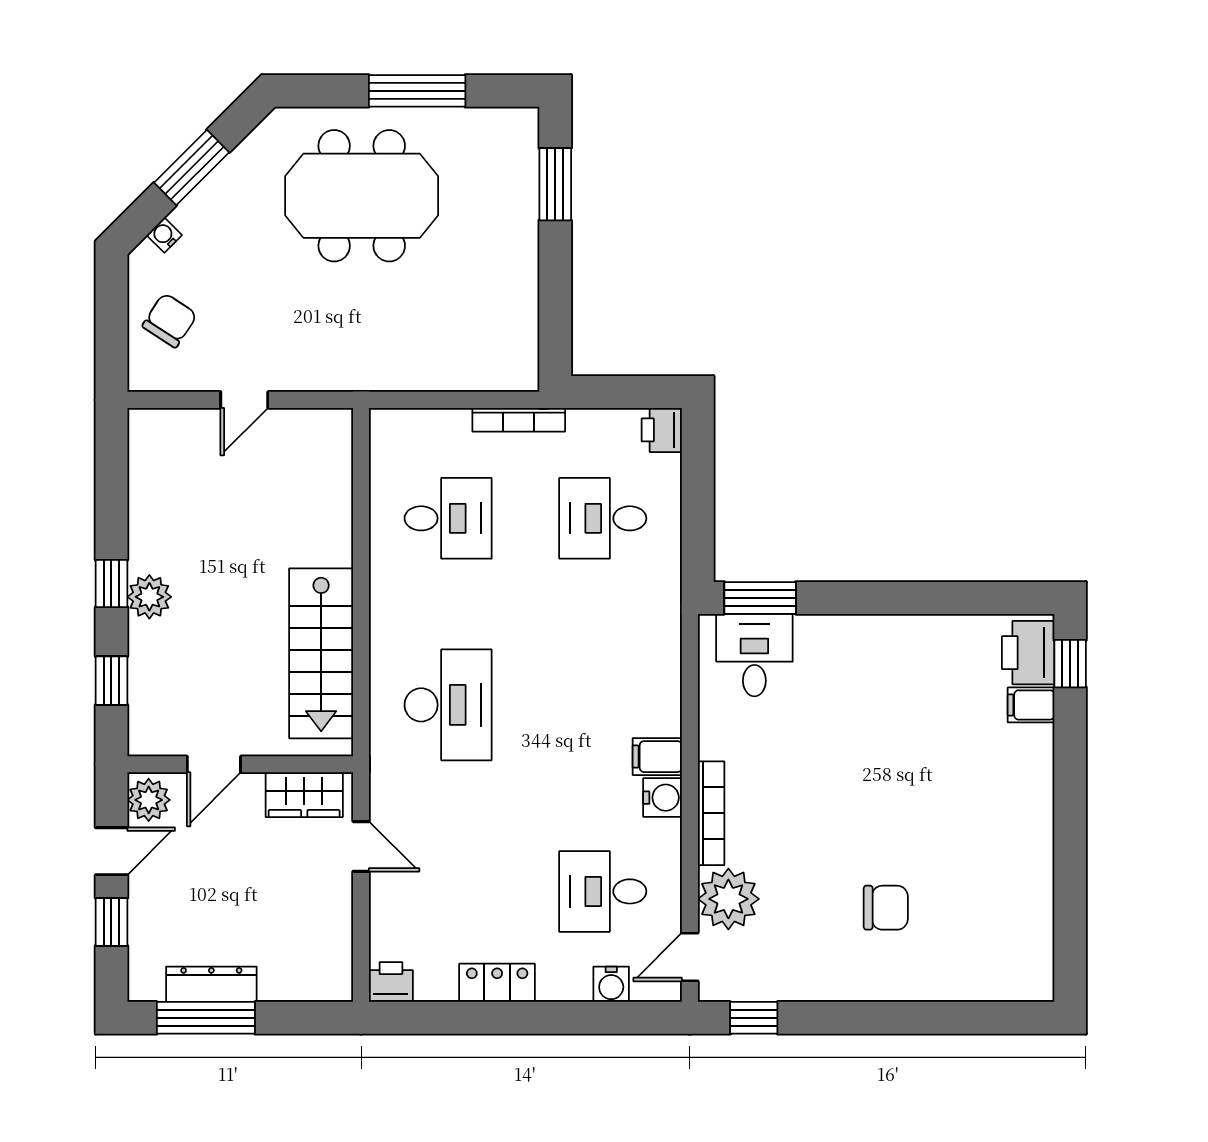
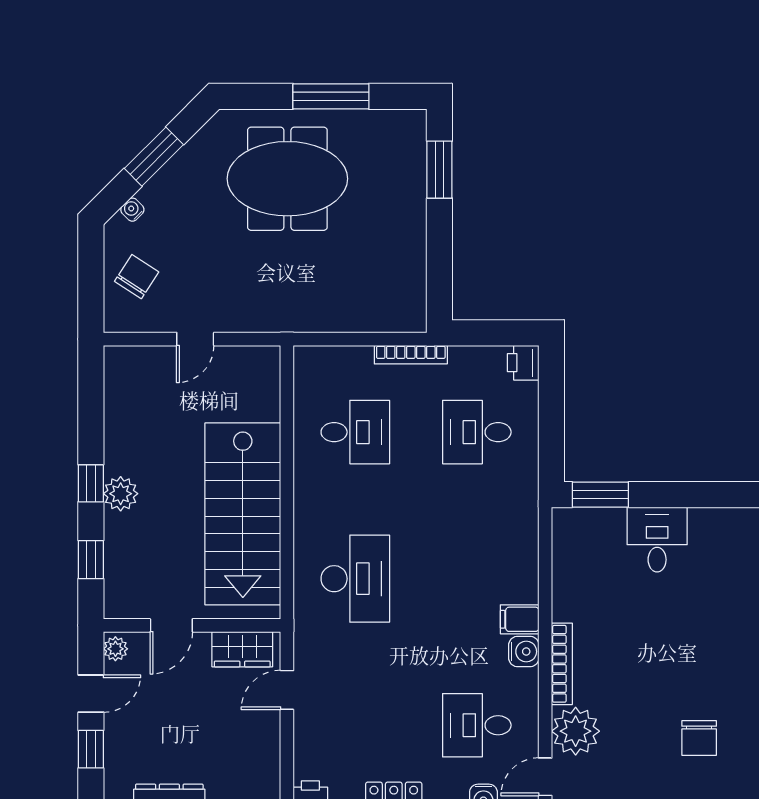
stairs: (321, 653) -> (243, 514), width x1.36, depth x1.51
desk: (754, 655) -> (657, 540), moved
plant: (149, 800) -> (115, 649), width x0.73, depth x0.73
door: (361, 846) -> (287, 690), swing flipped
chair: (886, 908) -> (699, 738), turned 90

